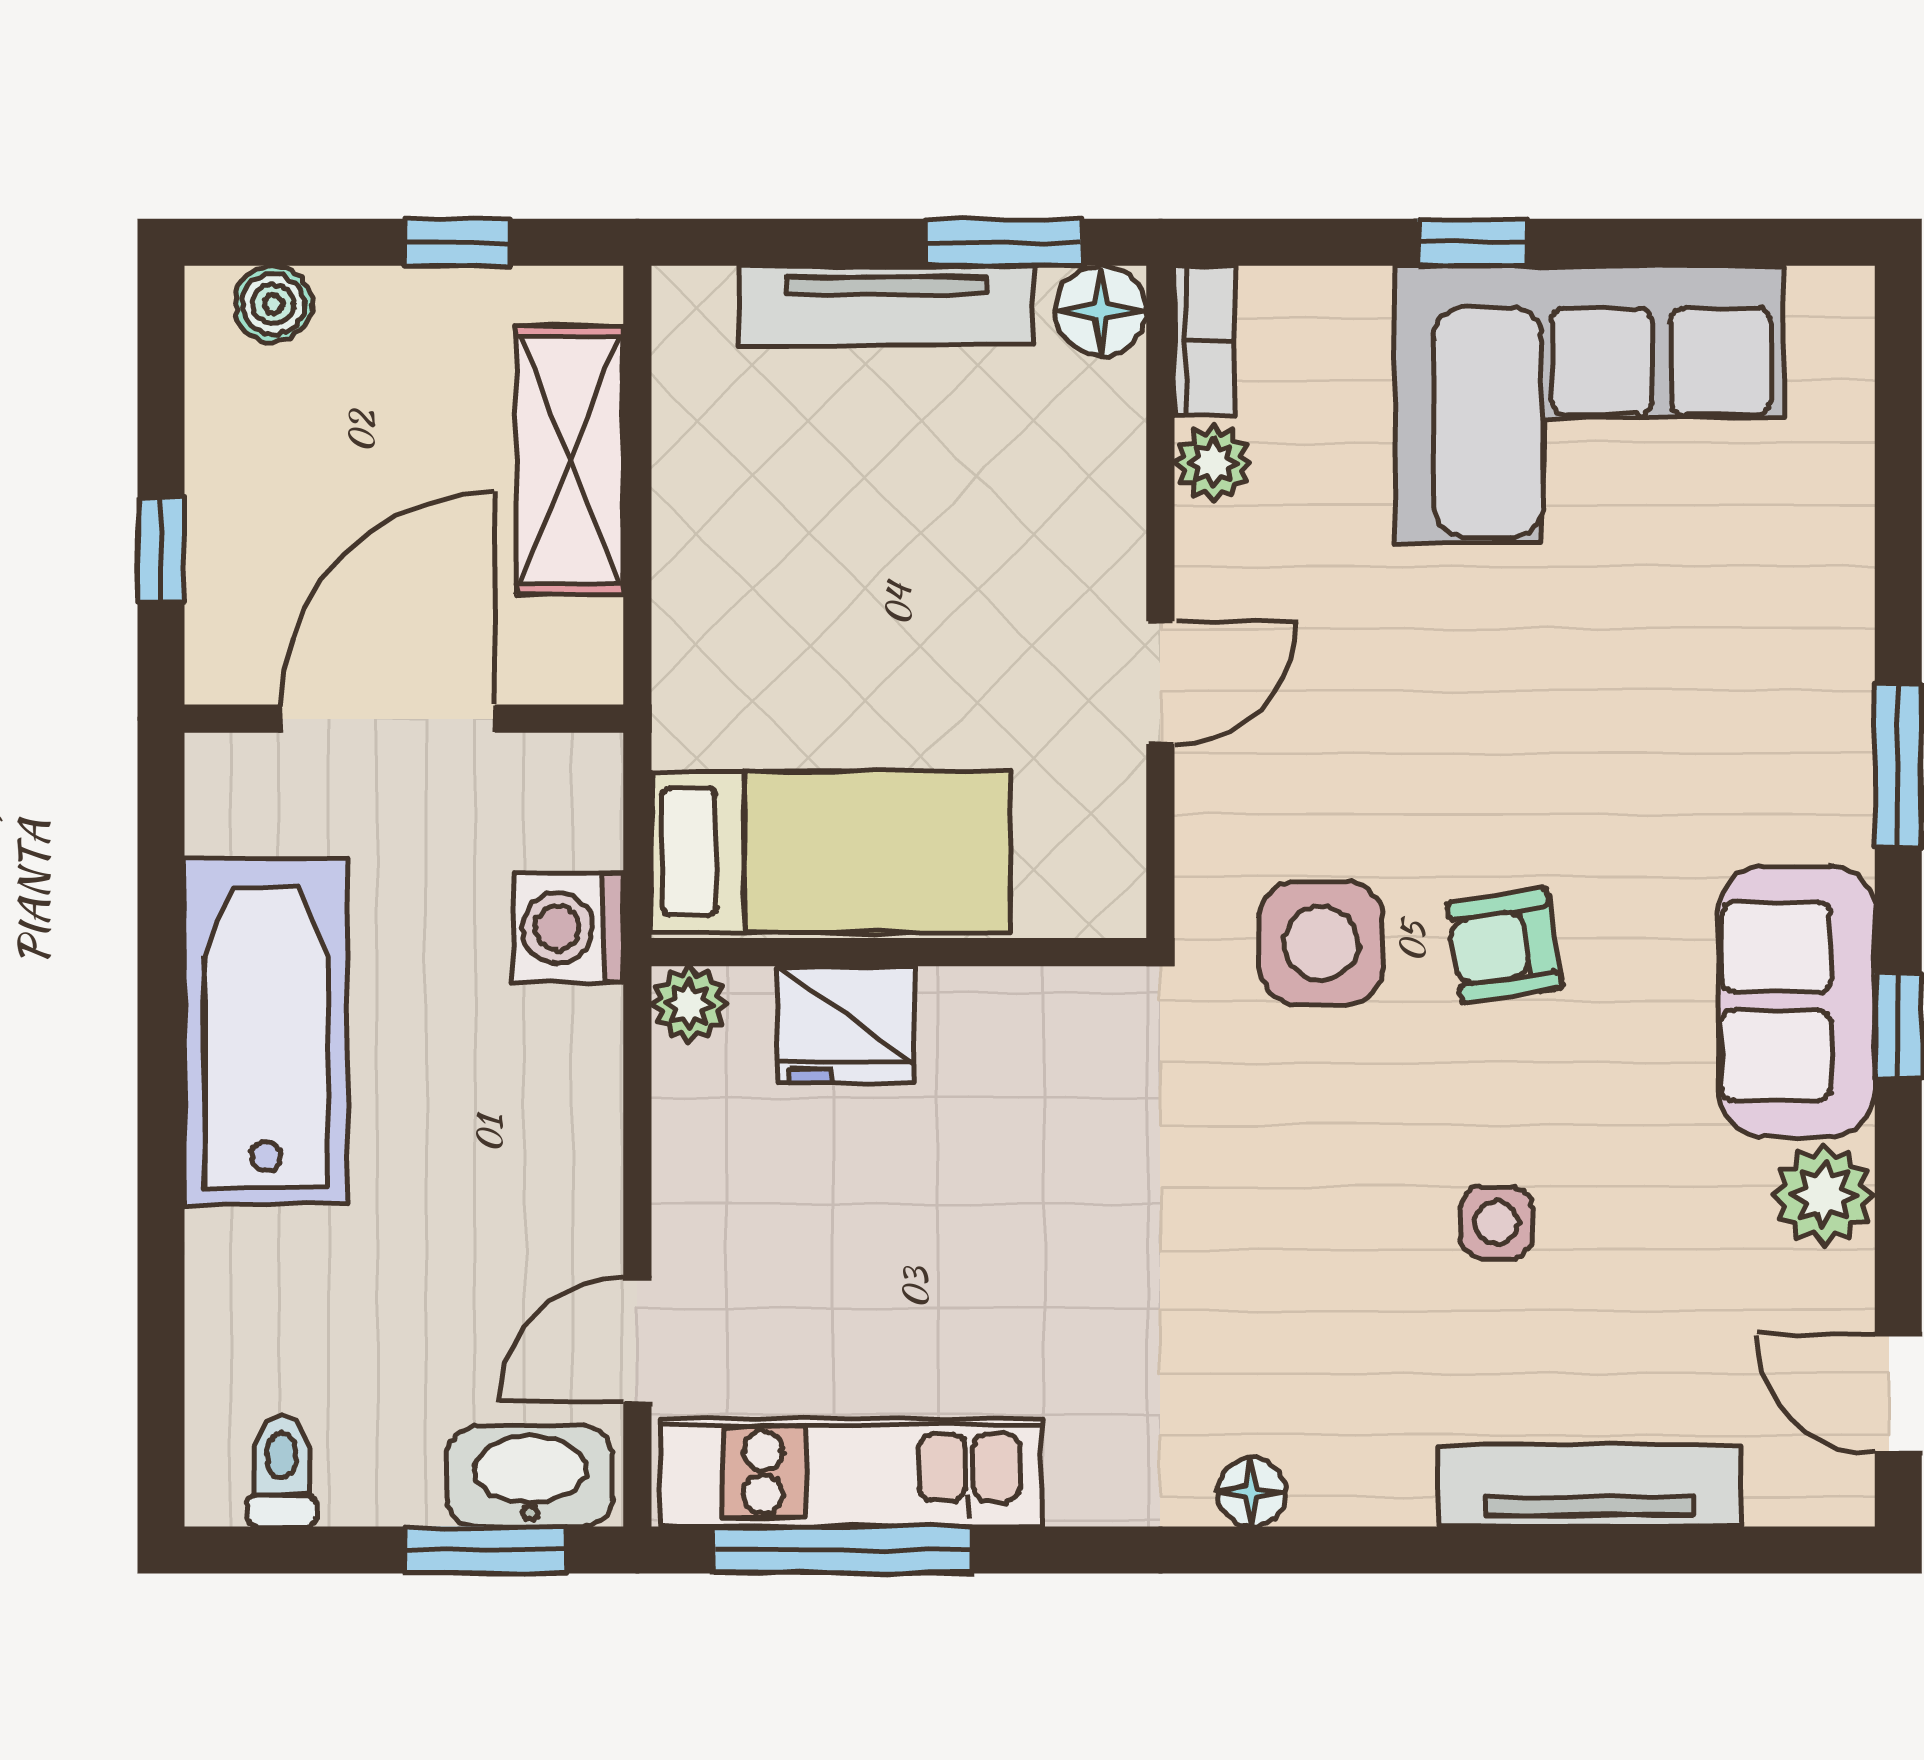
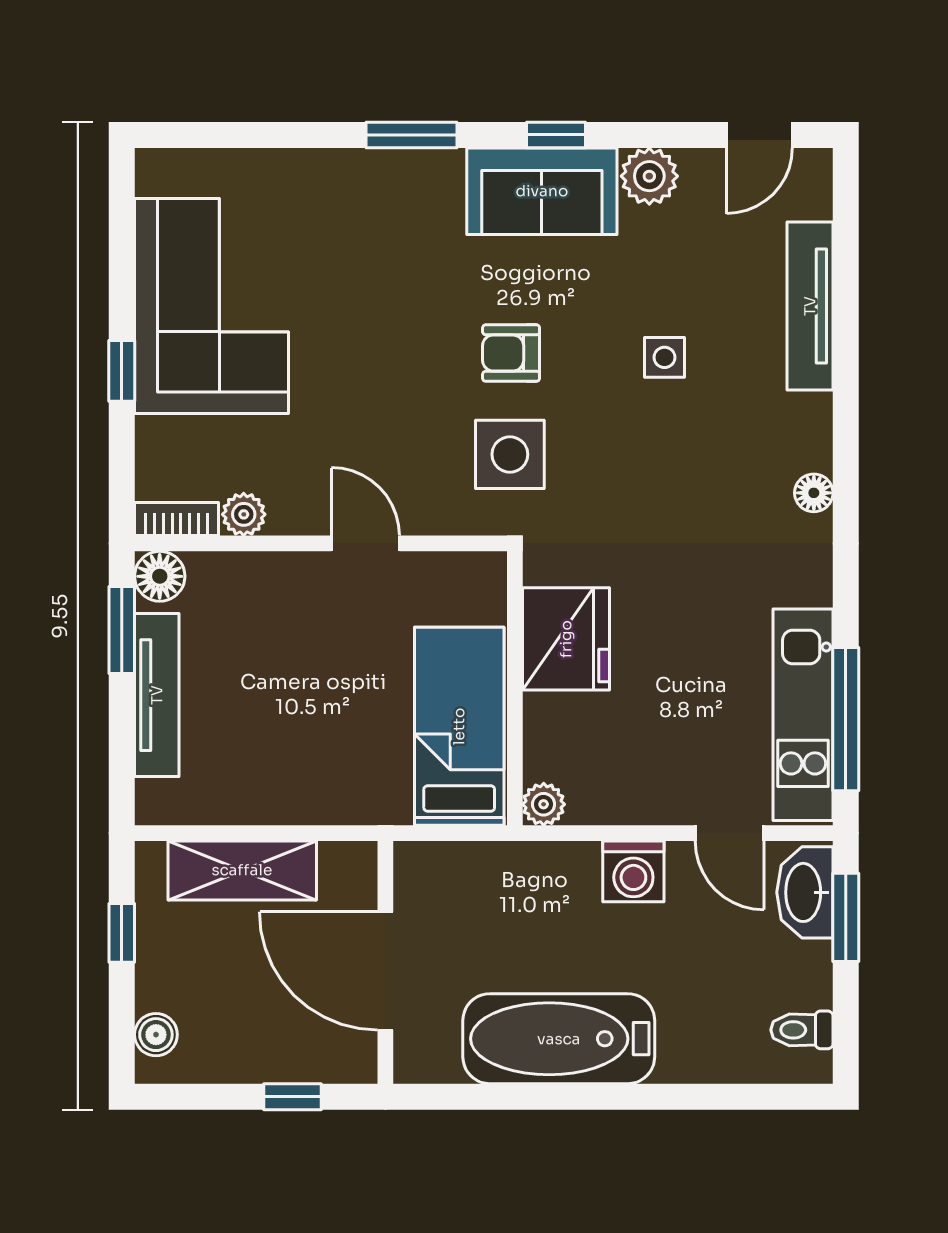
washing machine: (568, 928) -> (633, 871), moved
armchair: (1504, 945) -> (511, 353), turned 99
fridge: (846, 1025) -> (566, 639), moved, width x1.36, depth x1.34

